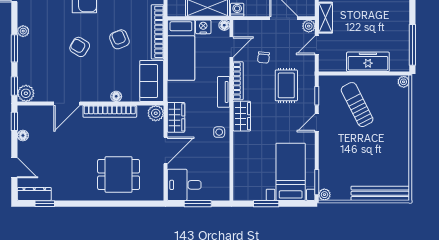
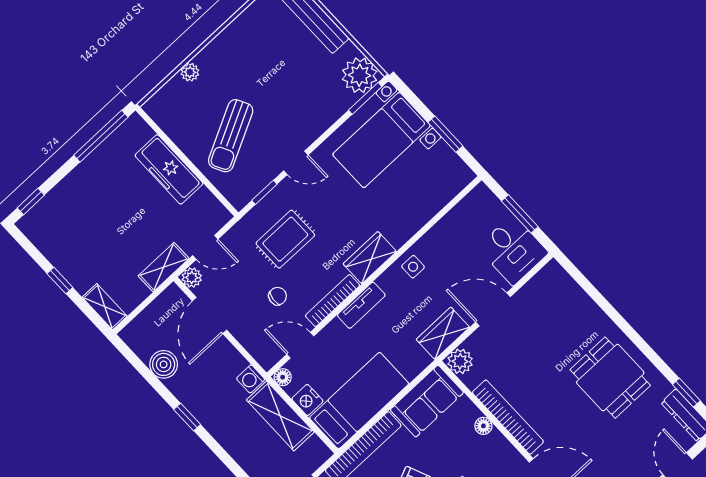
plant: (404, 82) -> (190, 72), moved
dining table: (119, 175) -> (610, 378), moved
plant: (324, 195) -> (360, 75), width x1.88, depth x1.88

